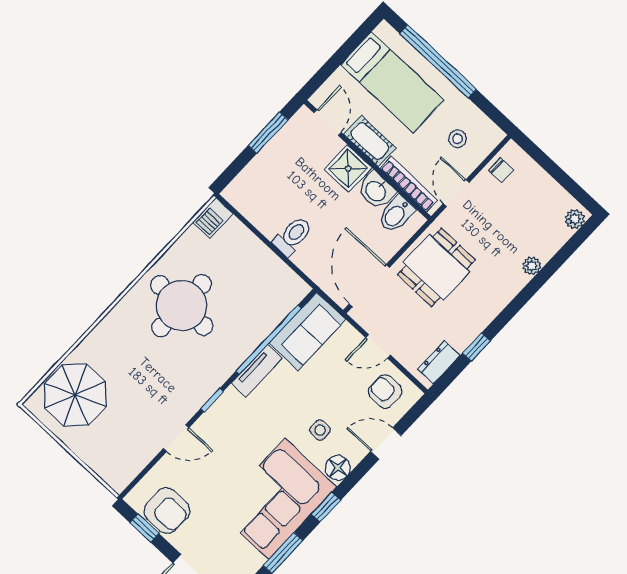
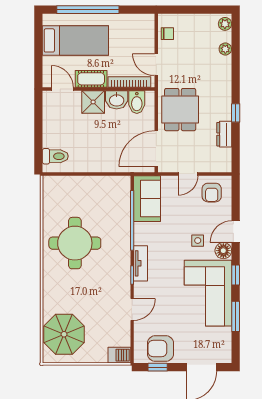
window: (268, 133) -> (38, 121), removed
stool: (458, 139) -> (132, 38), removed
barbecue: (213, 218) -> (119, 355), moved, turned -90
toilet: (293, 236) -> (55, 156), moved, turned 90
plant: (532, 266) -> (225, 49), moved
door: (369, 286) -> (156, 149), hinge flipped
window: (476, 347) -> (236, 113), moved
dresser: (439, 362) -> (224, 134), moved
tv unit: (257, 371) -> (141, 263), moved
armchair: (385, 392) -> (212, 193), turned -90
door: (386, 443) -> (236, 232), moved
armchair: (167, 511) -> (160, 348), turned 180

